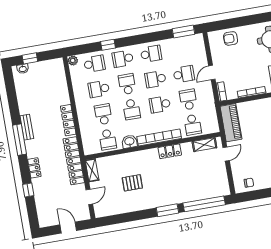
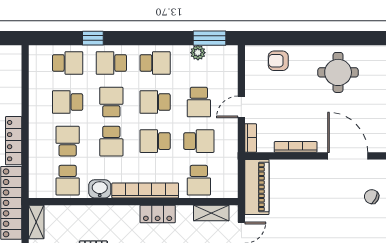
plant: (73, 61) -> (198, 53), moved
school desk: (184, 74) -> (199, 102), turned 90
school desk: (188, 99) -> (199, 141), turned 90

